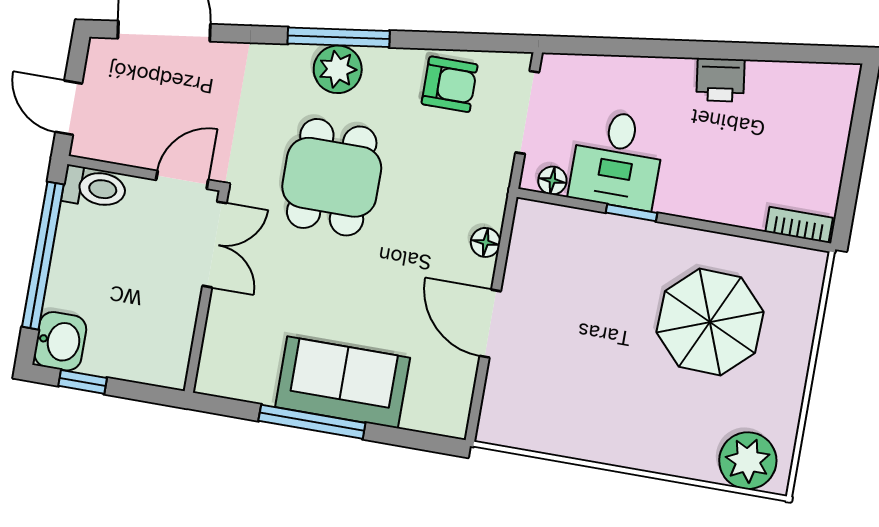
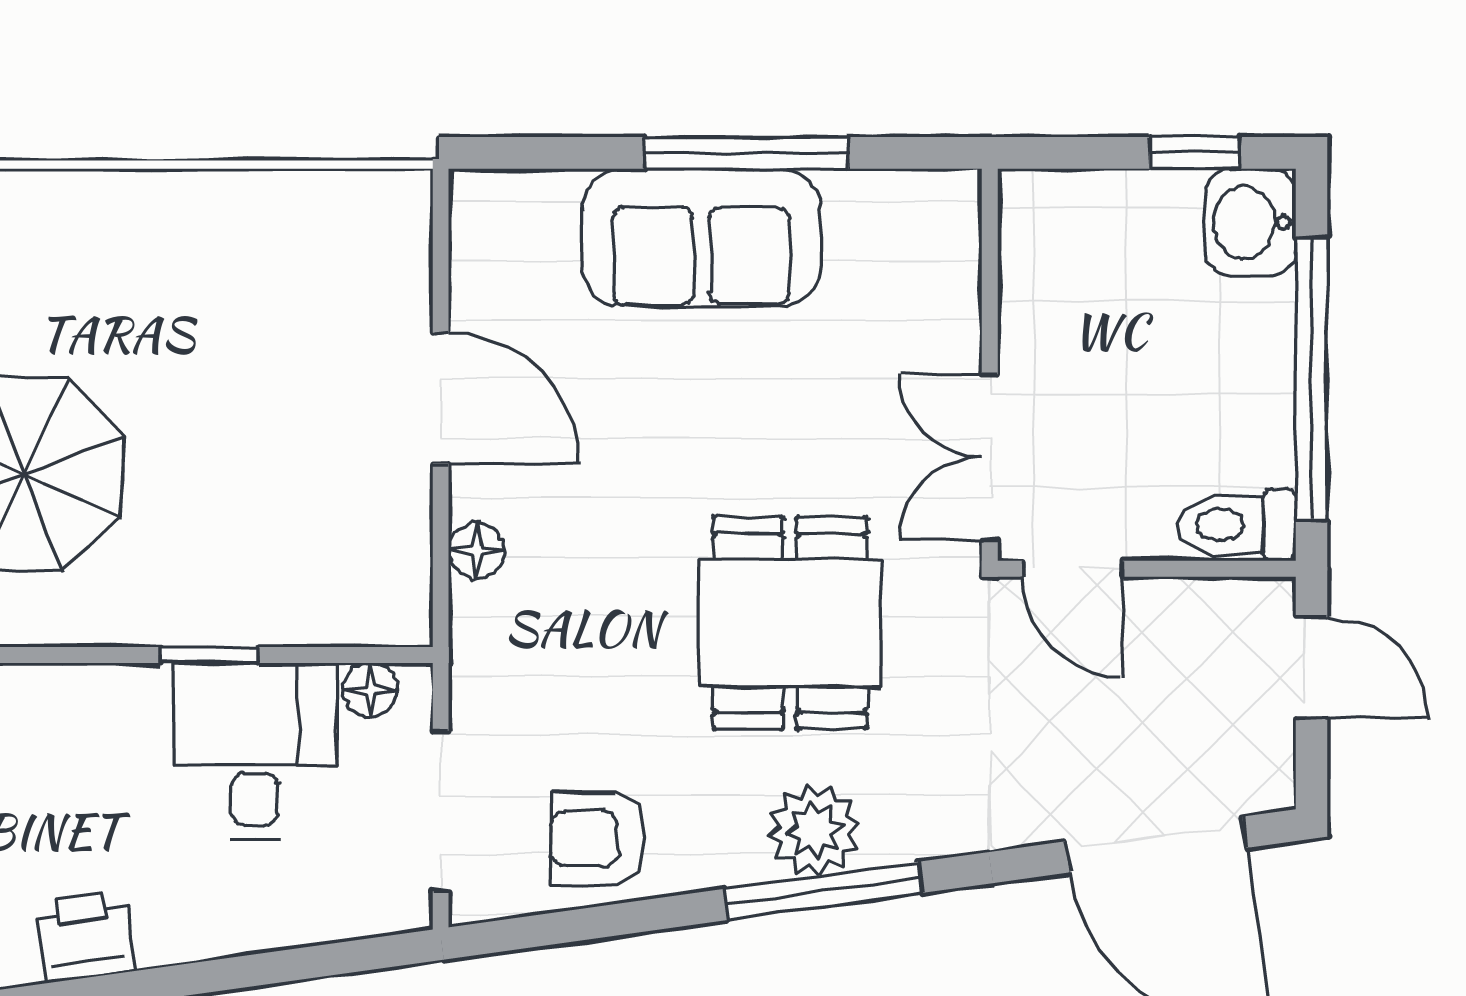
door: (182, 180) -> (1072, 569), hinge flipped

